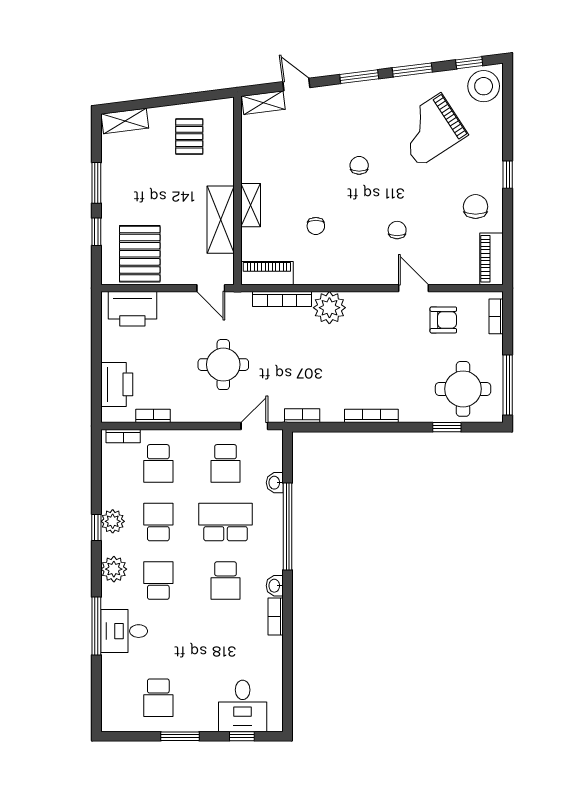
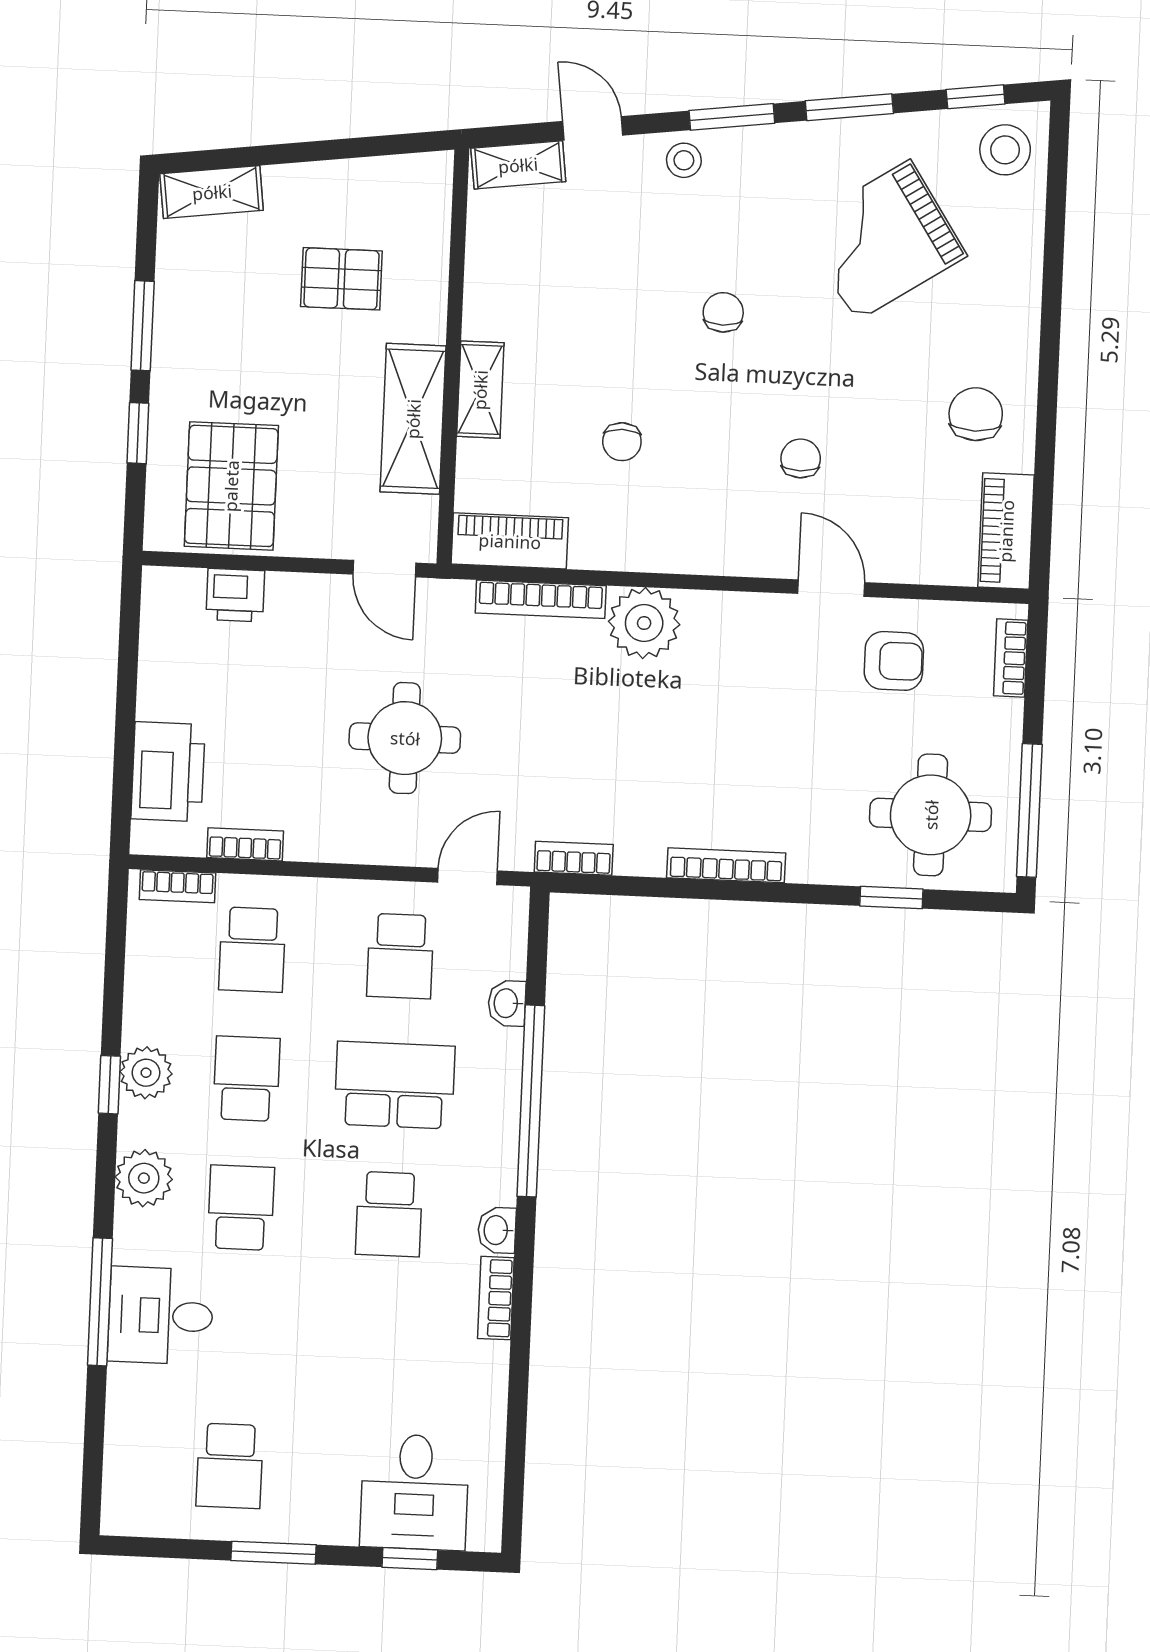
stool: (484, 86) -> (1005, 150), width x0.73, depth x0.73
stool: (338, 97) -> (684, 160), added
pallet: (189, 137) -> (341, 279), moved, turned 90
window: (508, 175) -> (1050, 347), removed
printer: (132, 309) -> (235, 595), width x0.53, depth x0.68

